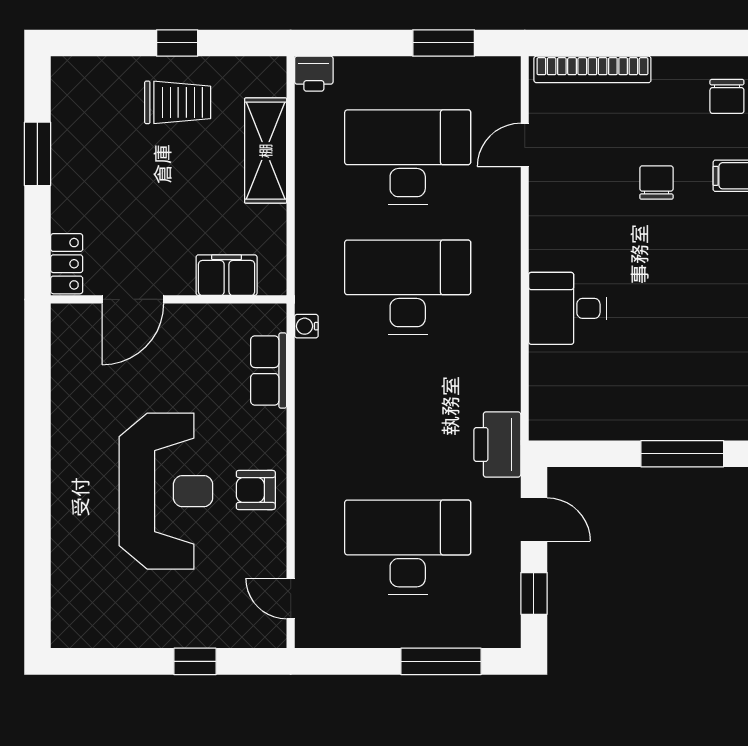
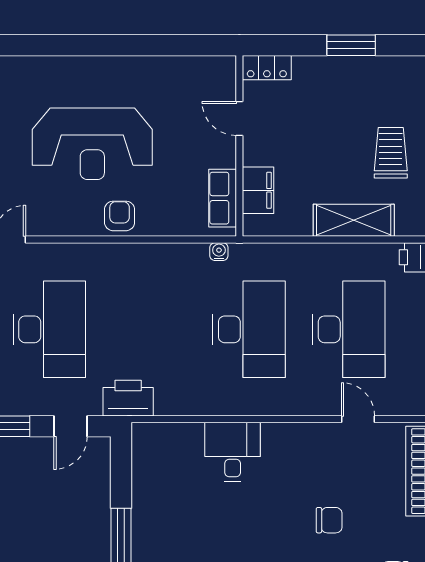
trolley: (178, 102) -> (391, 153), turned 180
door: (133, 299) -> (239, 118), width x0.73
row of seats: (269, 371) -> (223, 198), moved, turned -90
armchair: (256, 490) -> (120, 216), moved

